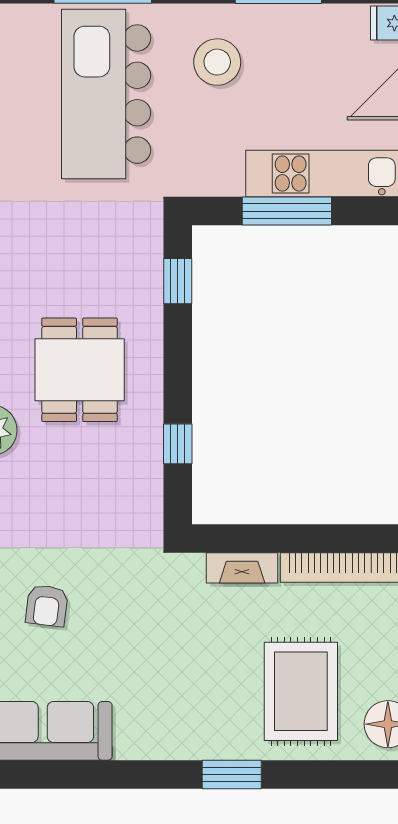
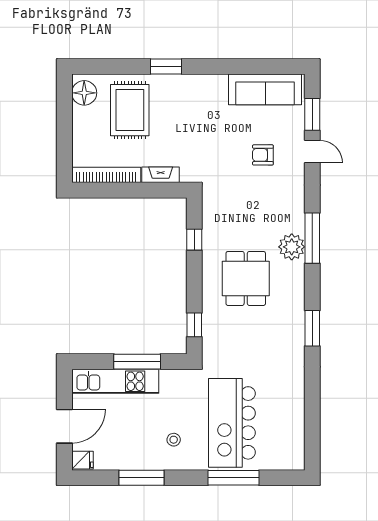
stool: (217, 62) -> (174, 440), width x0.53, depth x0.53
kitchen island: (106, 94) -> (232, 423), turned 180
armchair: (47, 606) -> (263, 155), turned -97

